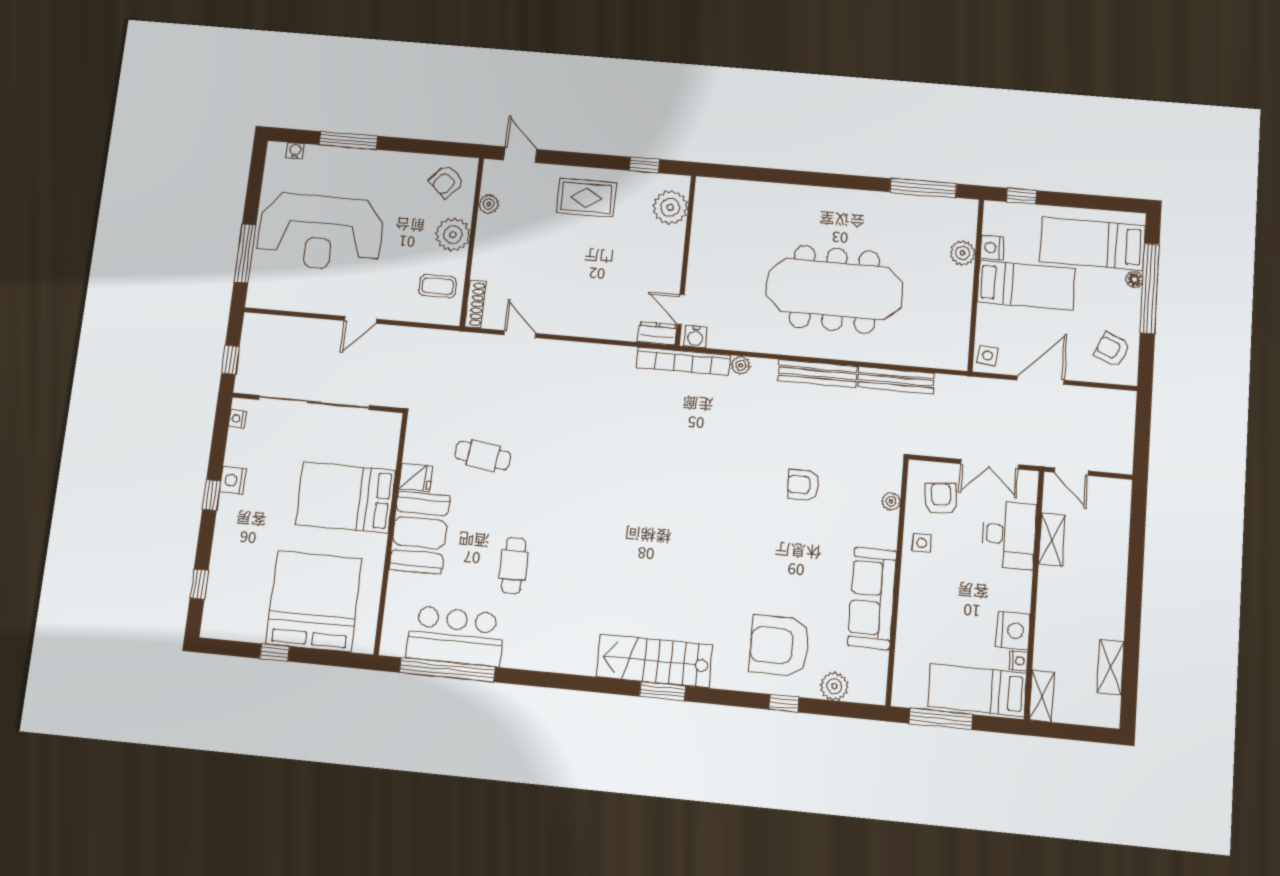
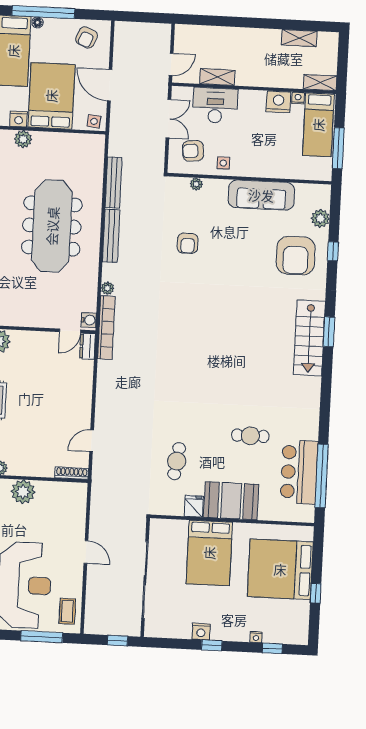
bed: (1026, 285) -> (51, 96), width x1.50
coffee table: (438, 286) -> (67, 611), moved
nightstand: (237, 418) -> (256, 637), moved

